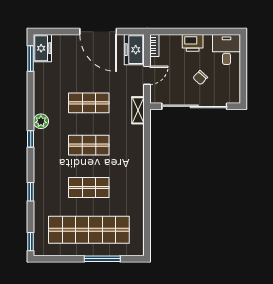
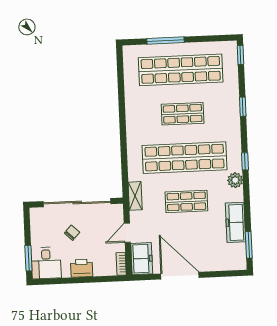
freezer: (42, 48) -> (236, 222), moved, width x1.40
window: (243, 55) -> (28, 258), added
shop shelf: (89, 145) -> (184, 158), width x2.00, depth x1.36

